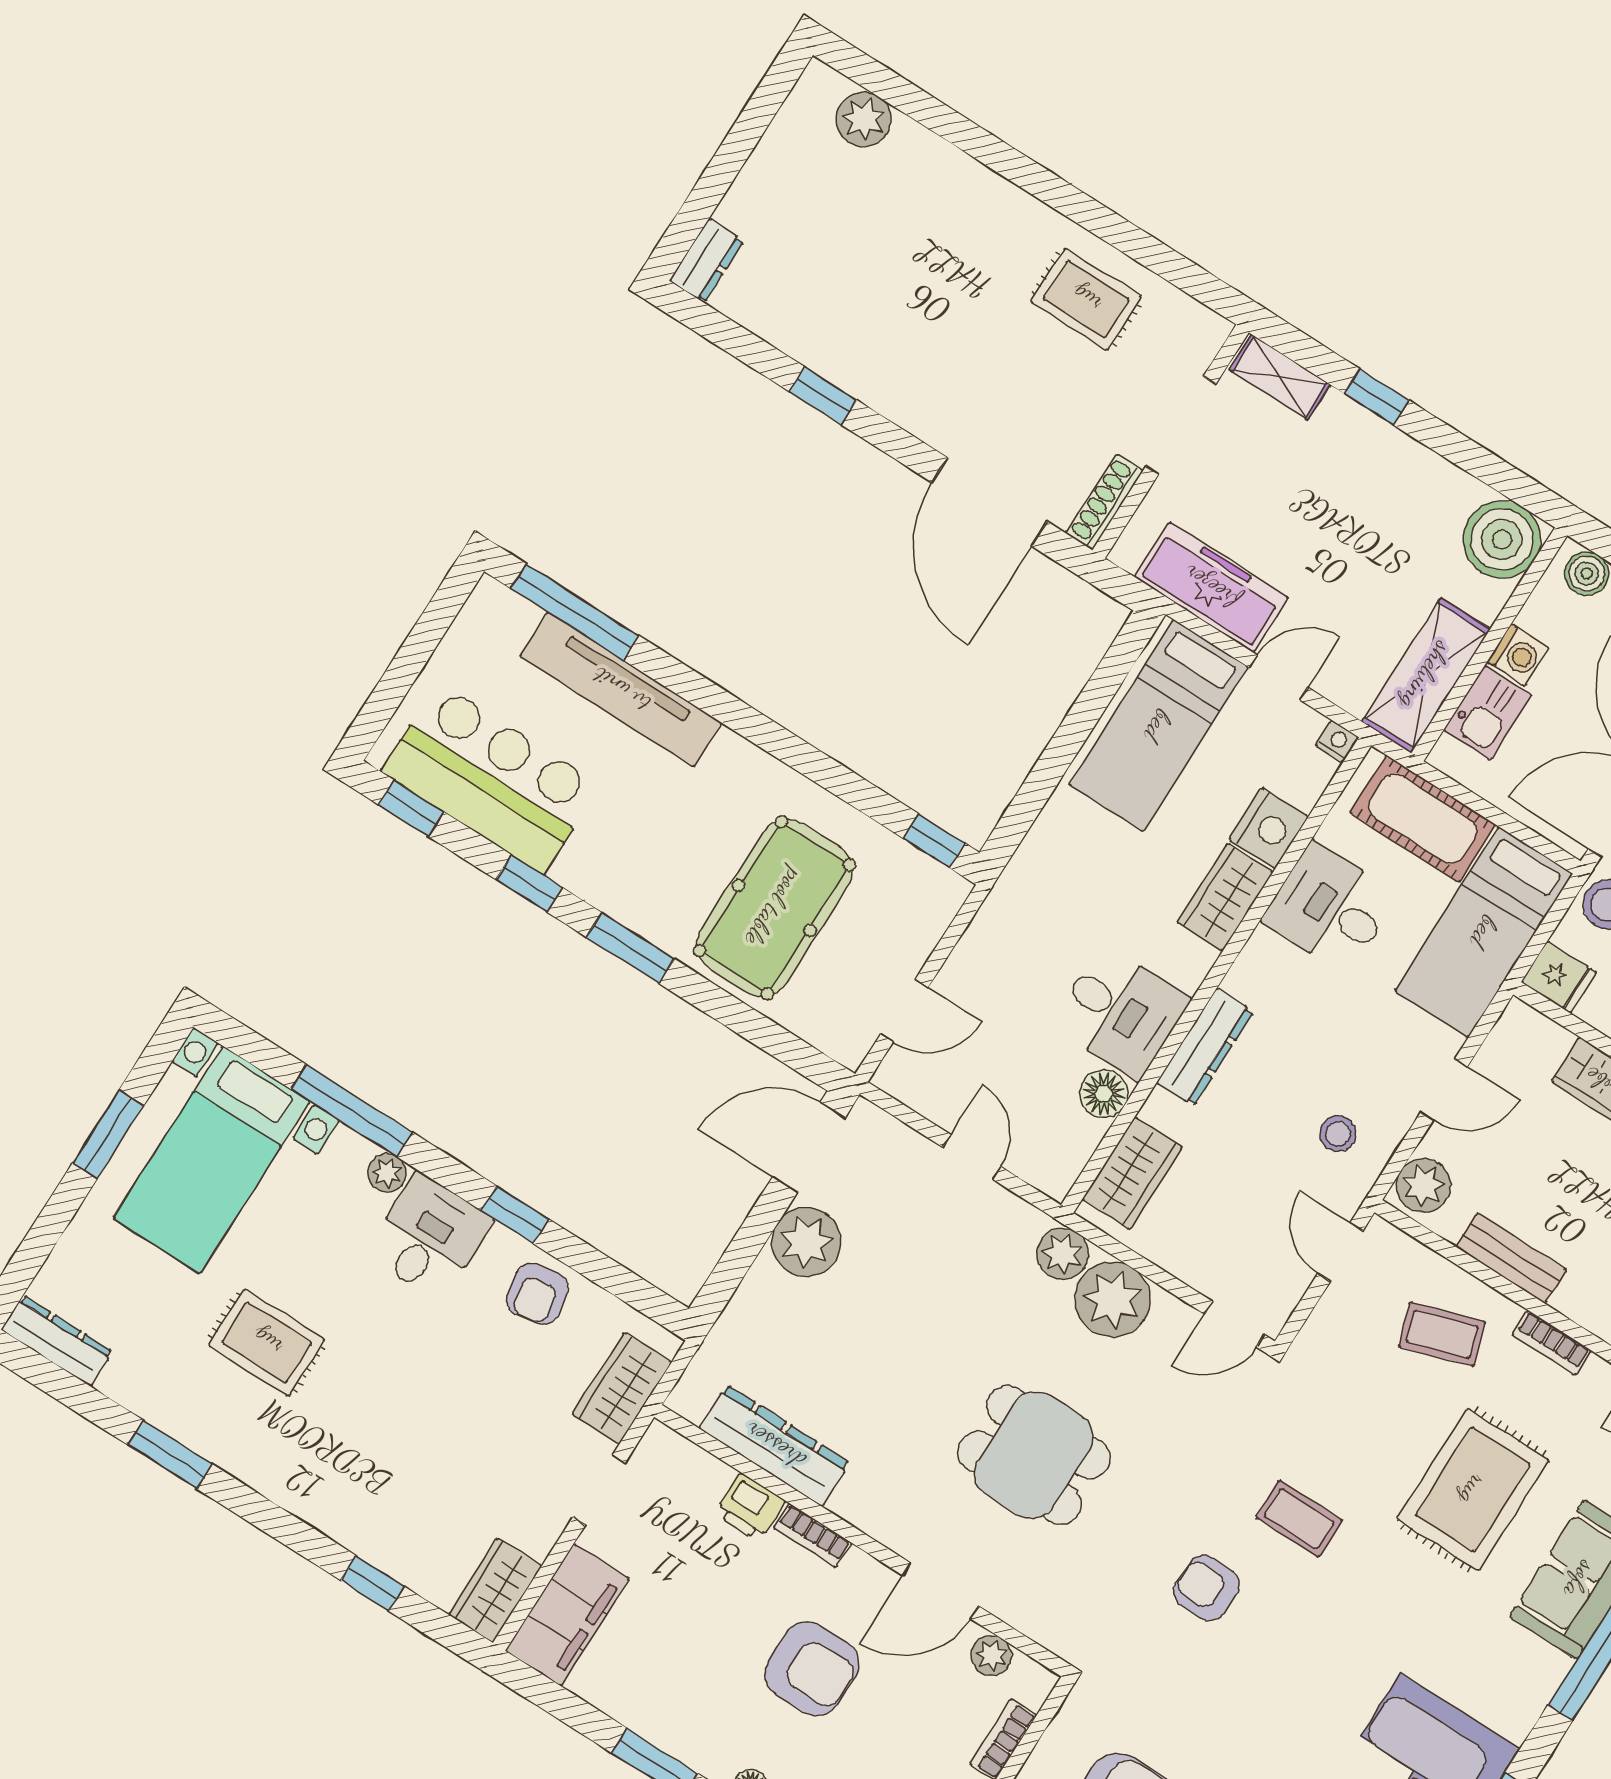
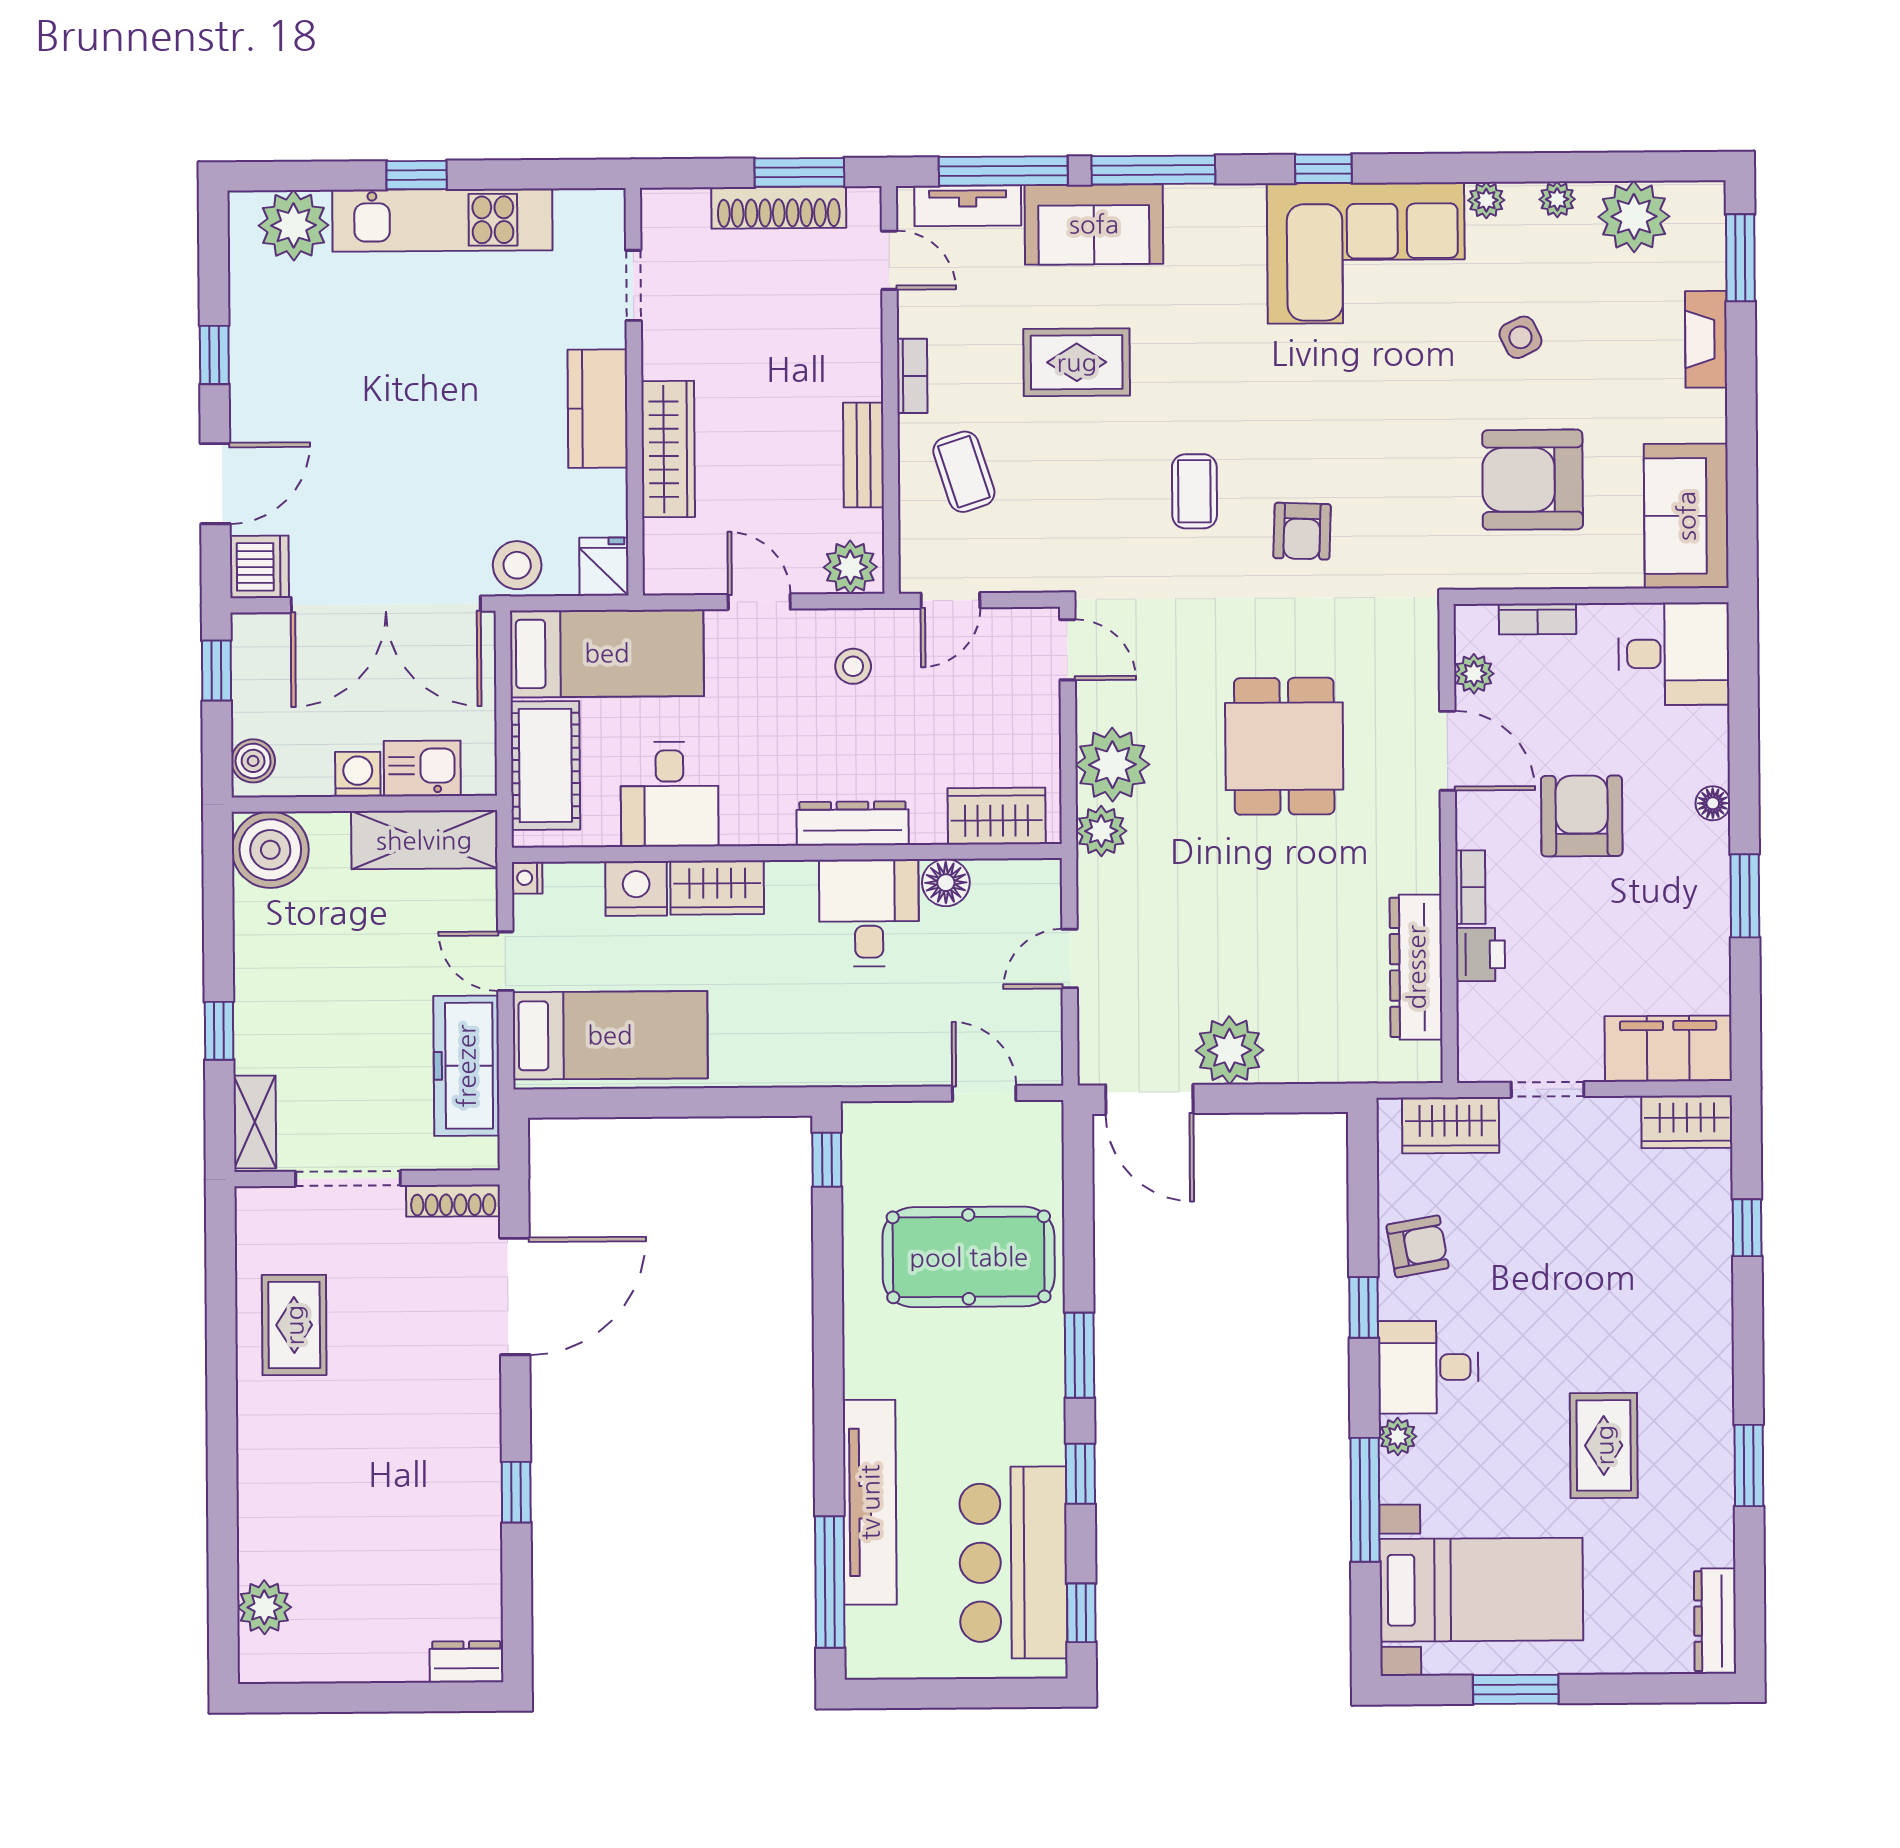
rug: (1473, 1490) -> (1077, 362), width x0.73, depth x0.70

